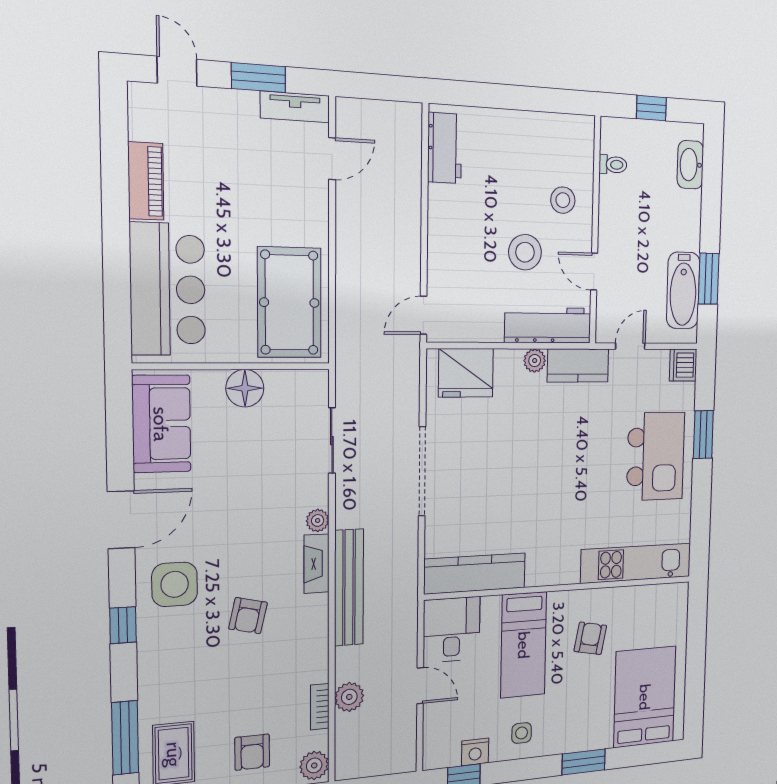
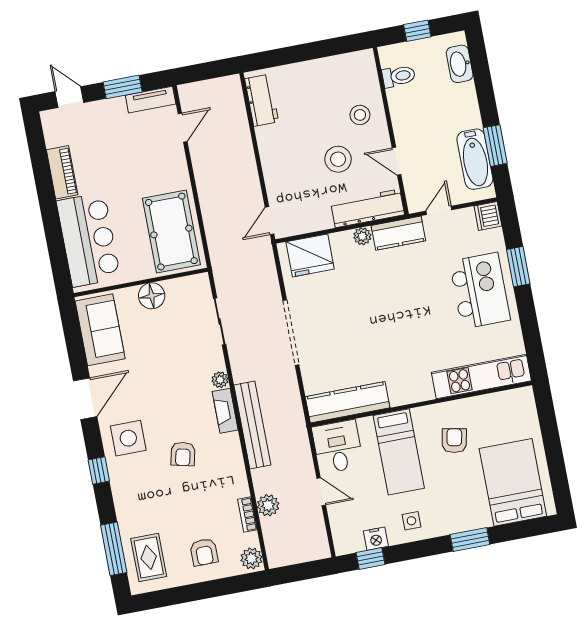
toilet: (613, 165) -> (399, 76), width x1.37, depth x1.39

